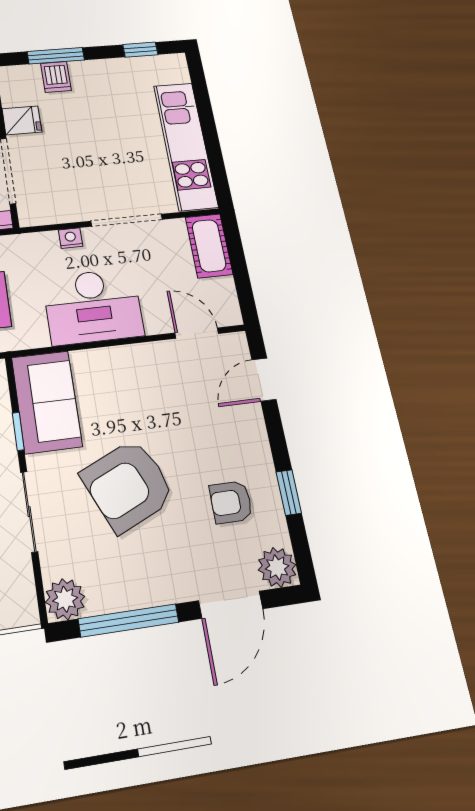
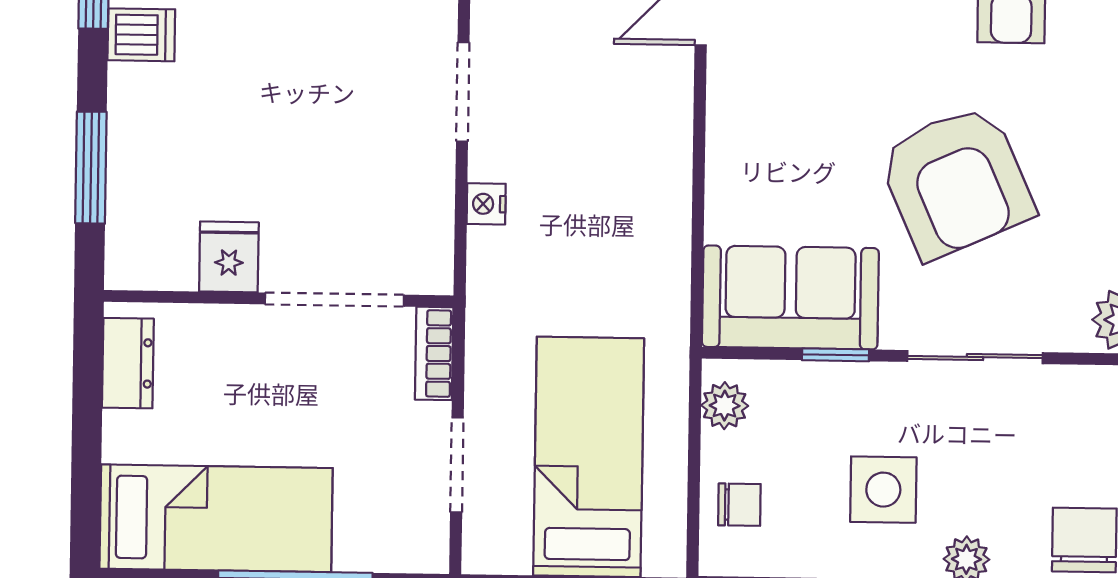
dishwasher: (56, 77) -> (141, 35), moved
doorway: (127, 220) -> (463, 92), width x0.73
desk: (93, 306) -> (625, 185), removed

